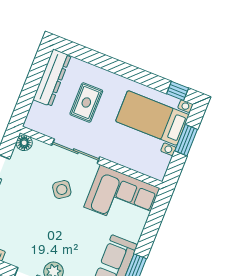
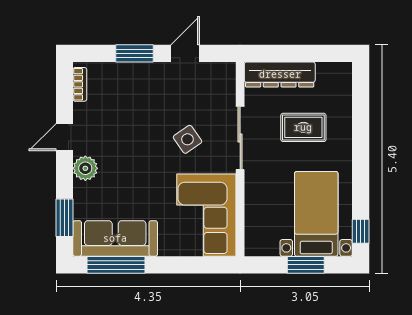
dresser: (52, 78) -> (280, 74), moved
floor lamp: (24, 143) -> (226, 72), removed

